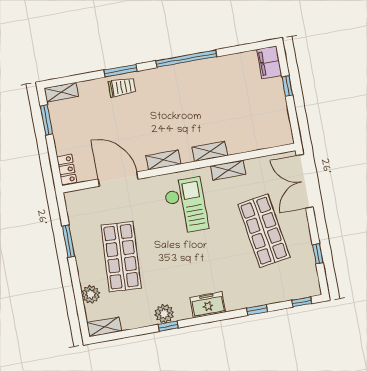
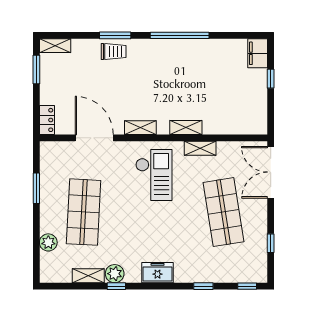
shelving: (104, 327) -> (88, 276), moved

